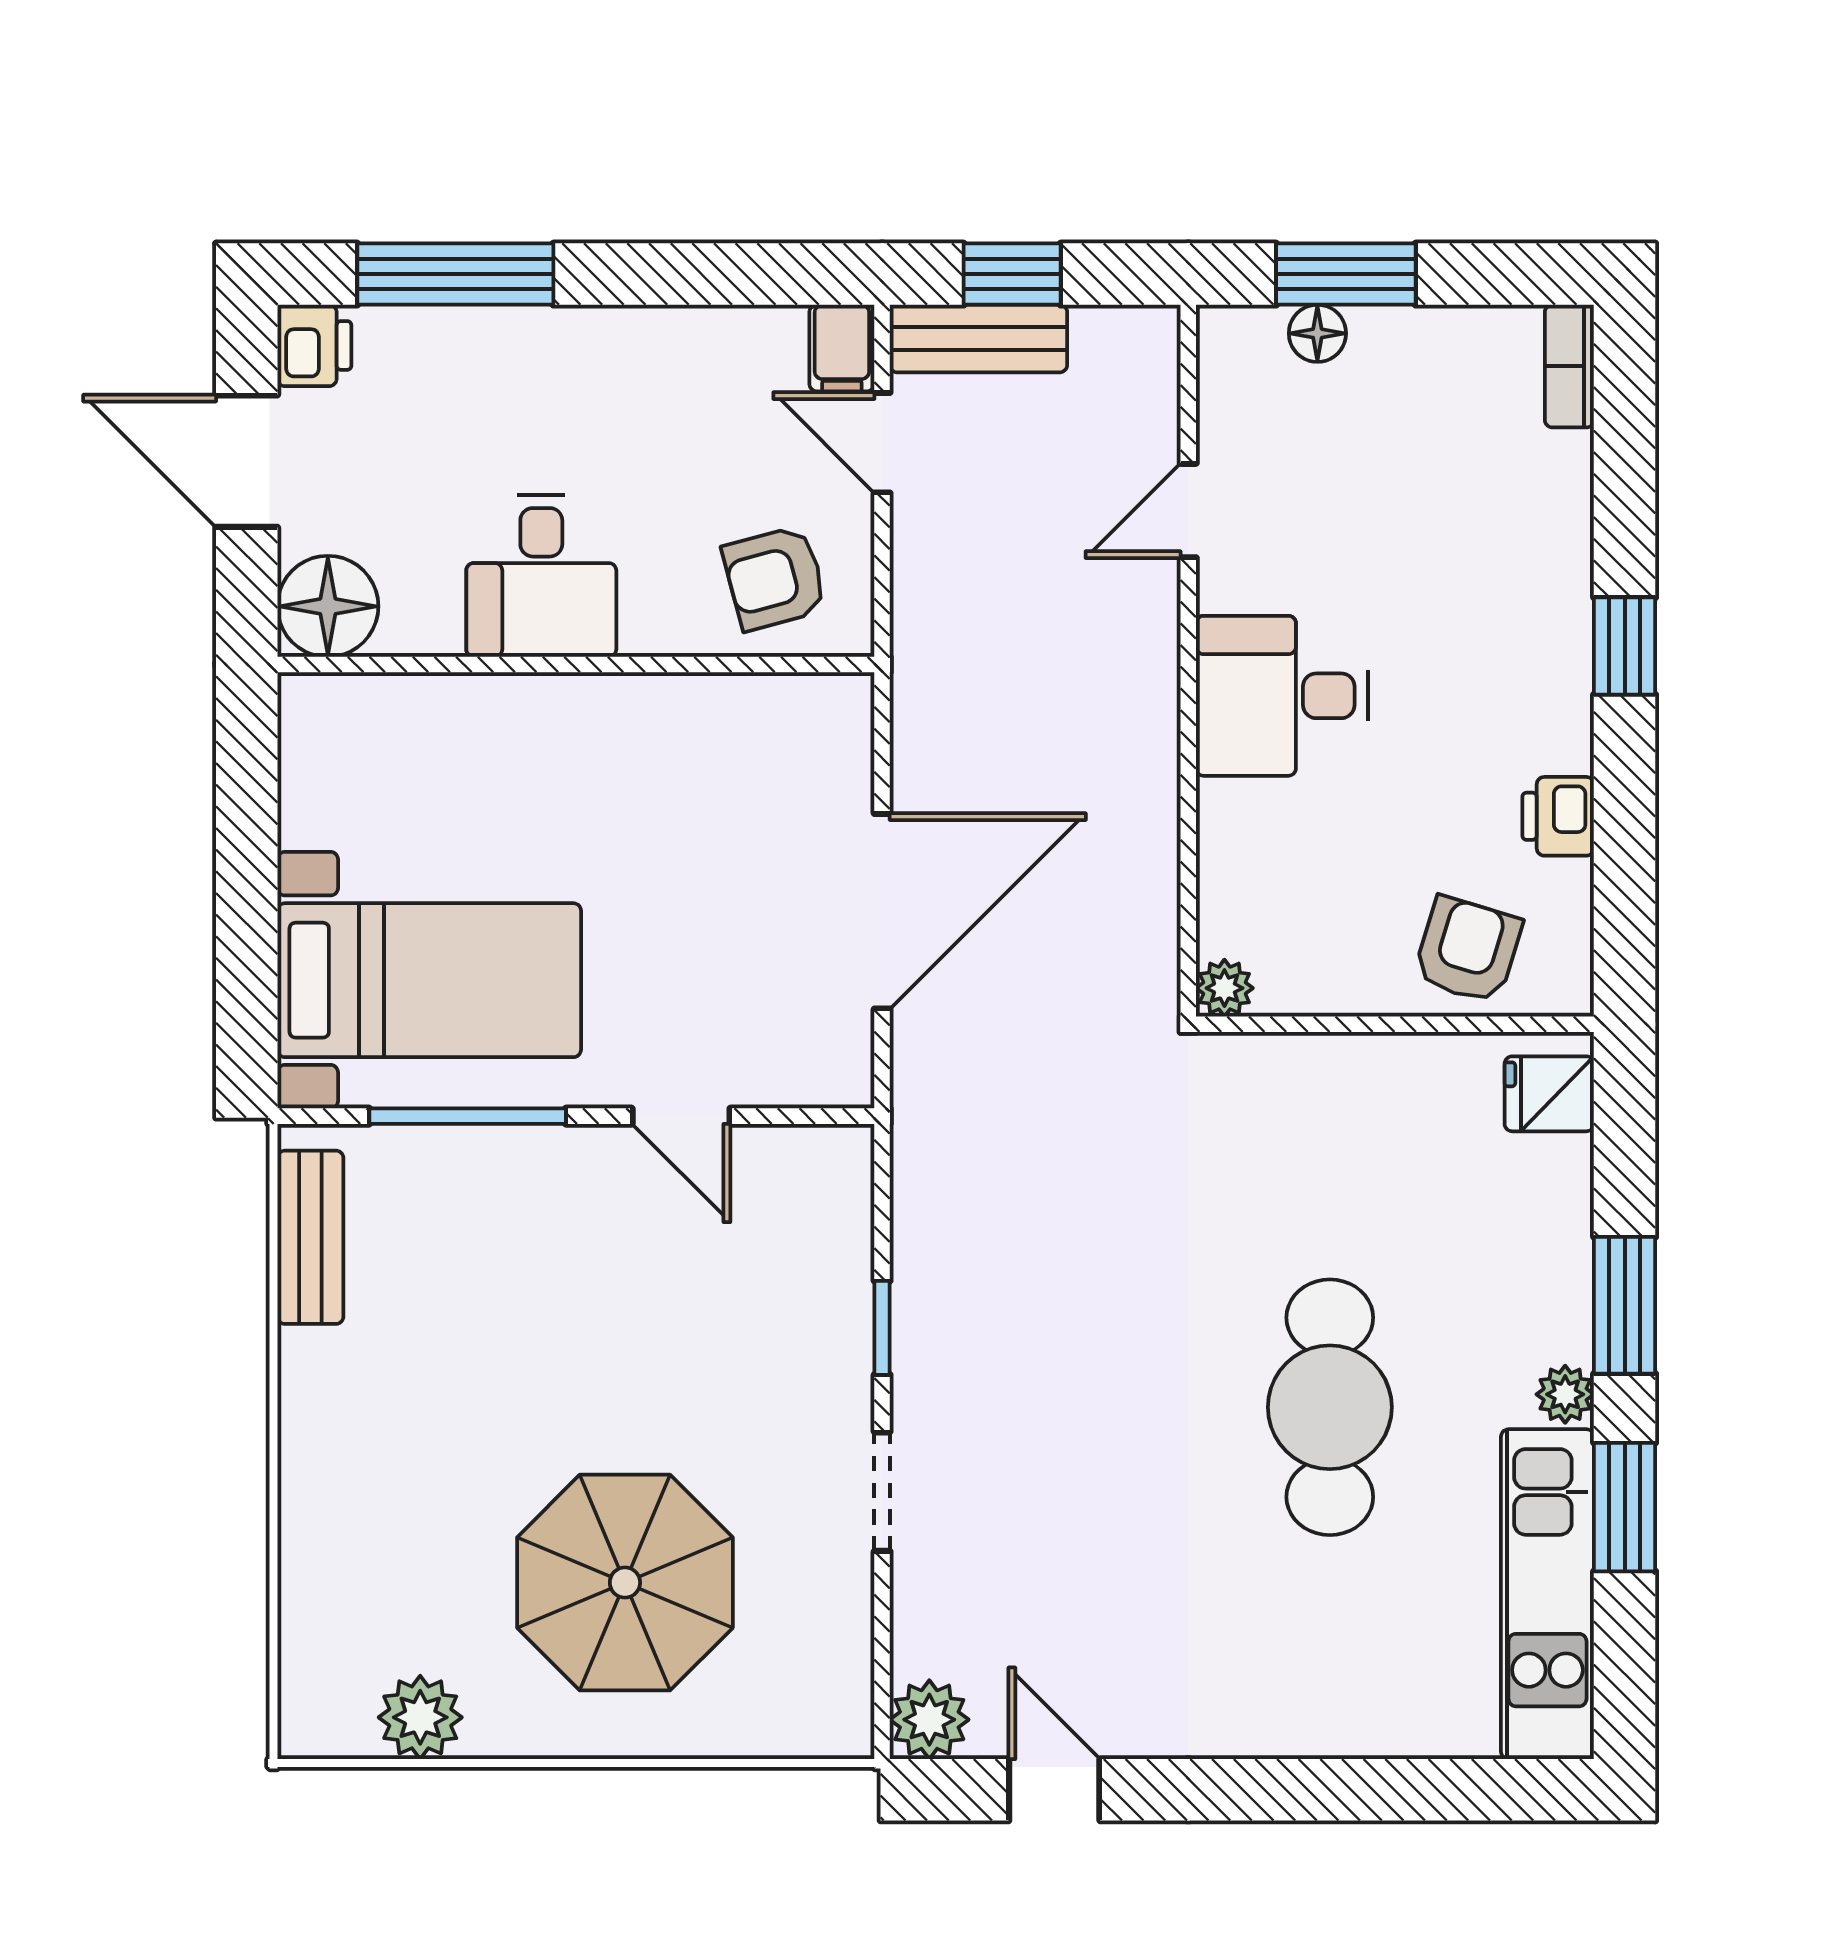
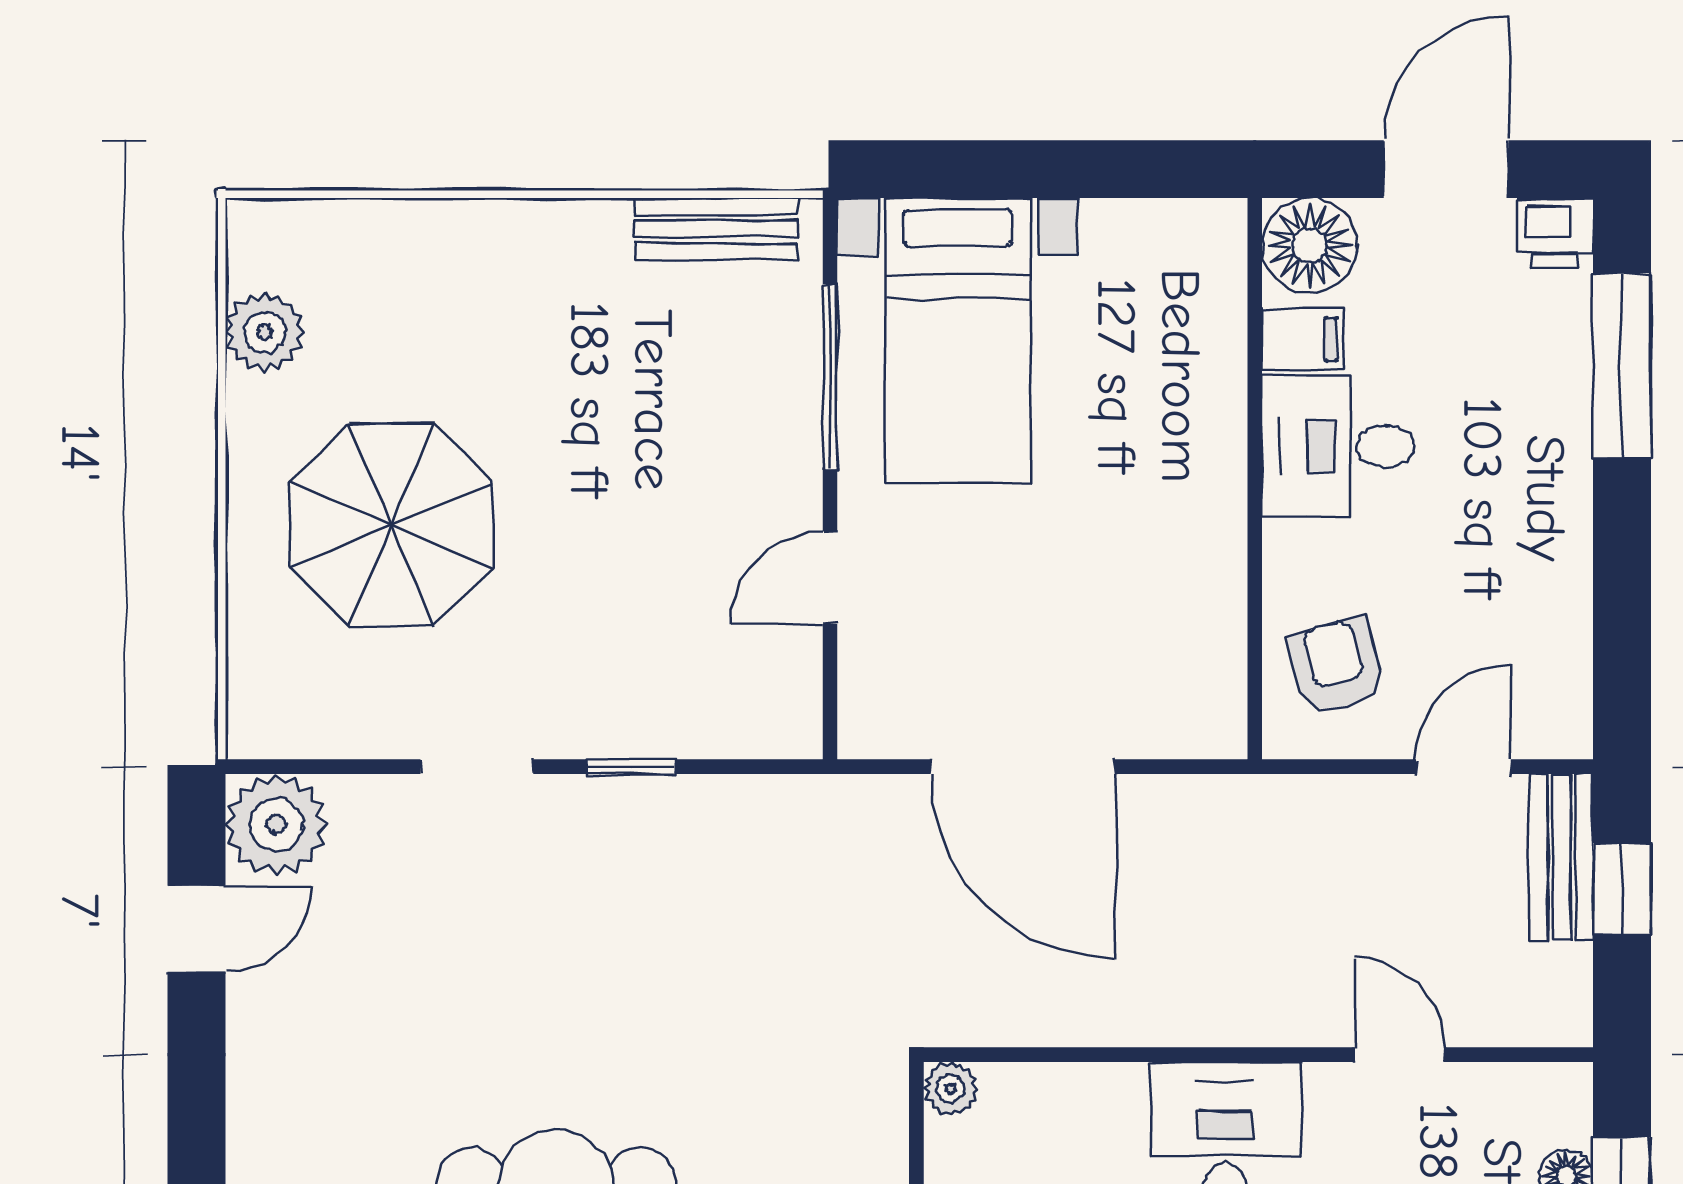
filing cabinet: (842, 348) -> (1303, 339), moved, turned 180
plant: (929, 1720) -> (276, 825), width x1.36, depth x1.36

